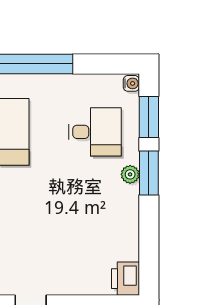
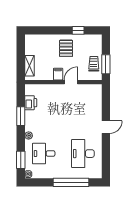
window: (149, 173) -> (21, 116), moved
printer: (126, 279) -> (31, 103), moved

